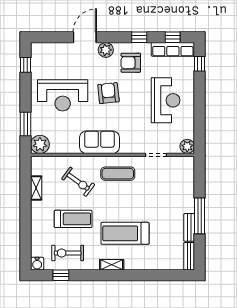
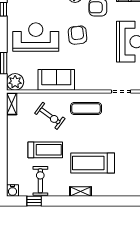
reception desk: (63, 95) -> (36, 37), turned 180
sofa: (99, 142) -> (56, 80), moved
shelving: (36, 188) -> (12, 104), moved
exercise bike: (68, 253) -> (40, 181), turned 90

